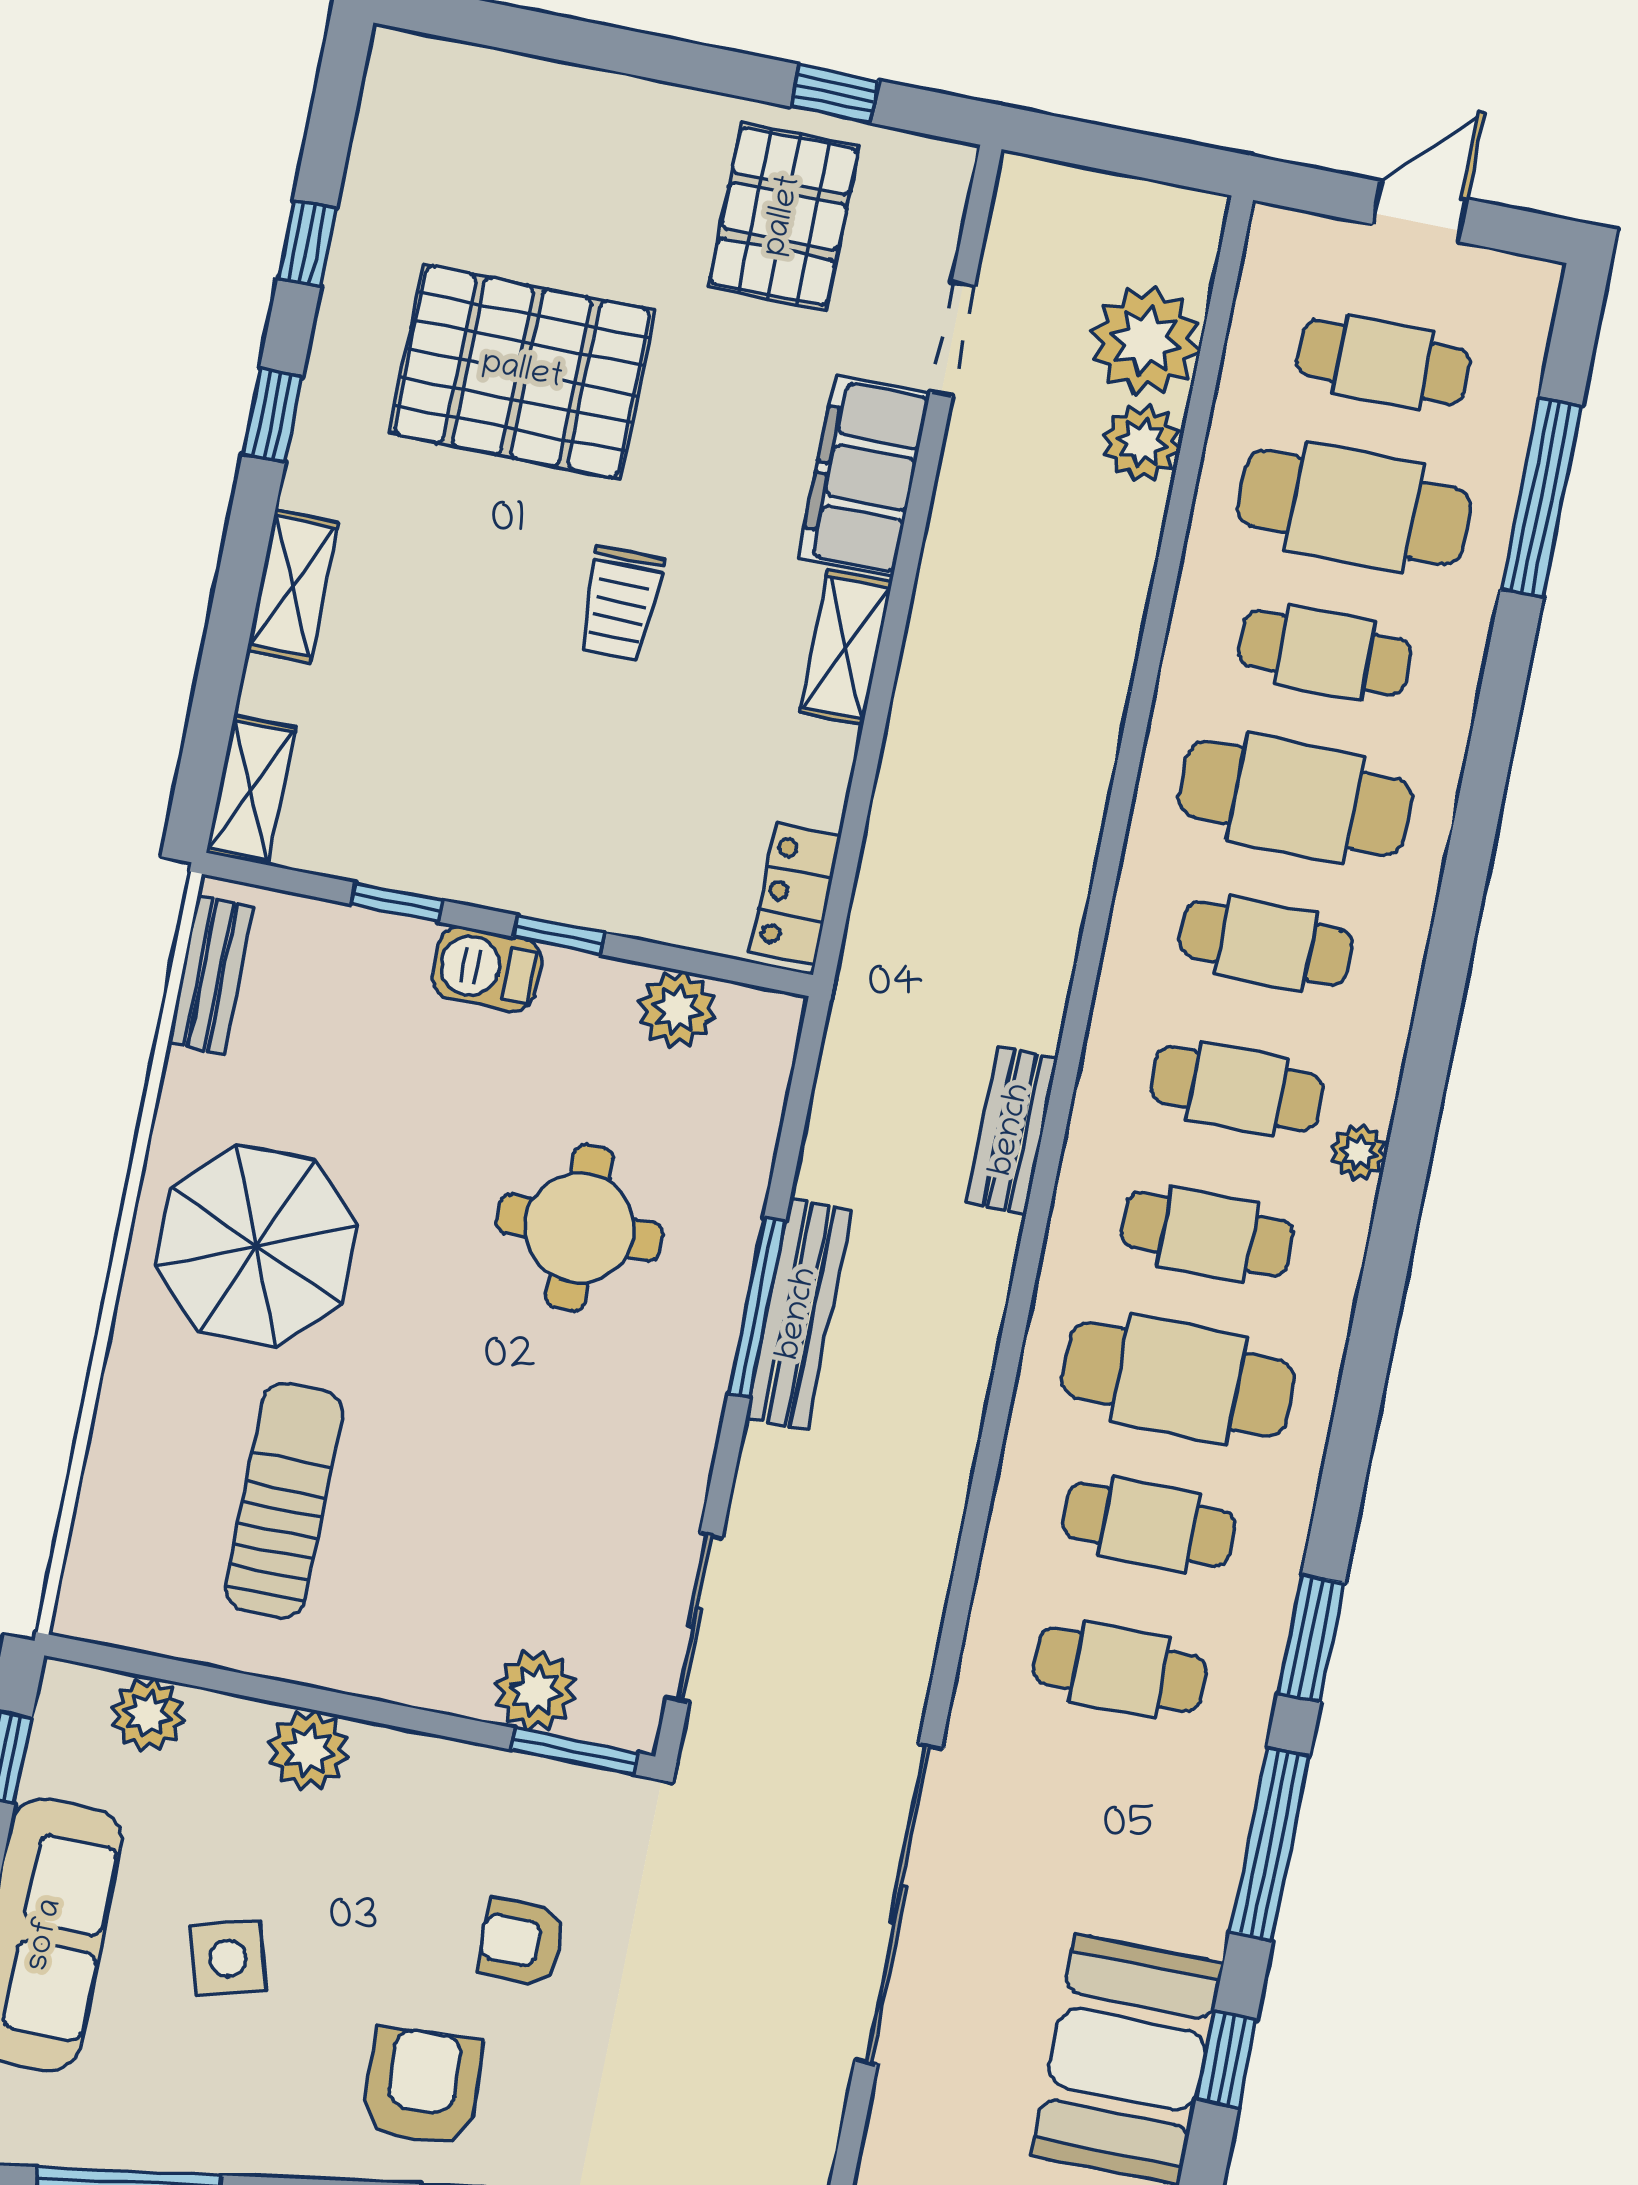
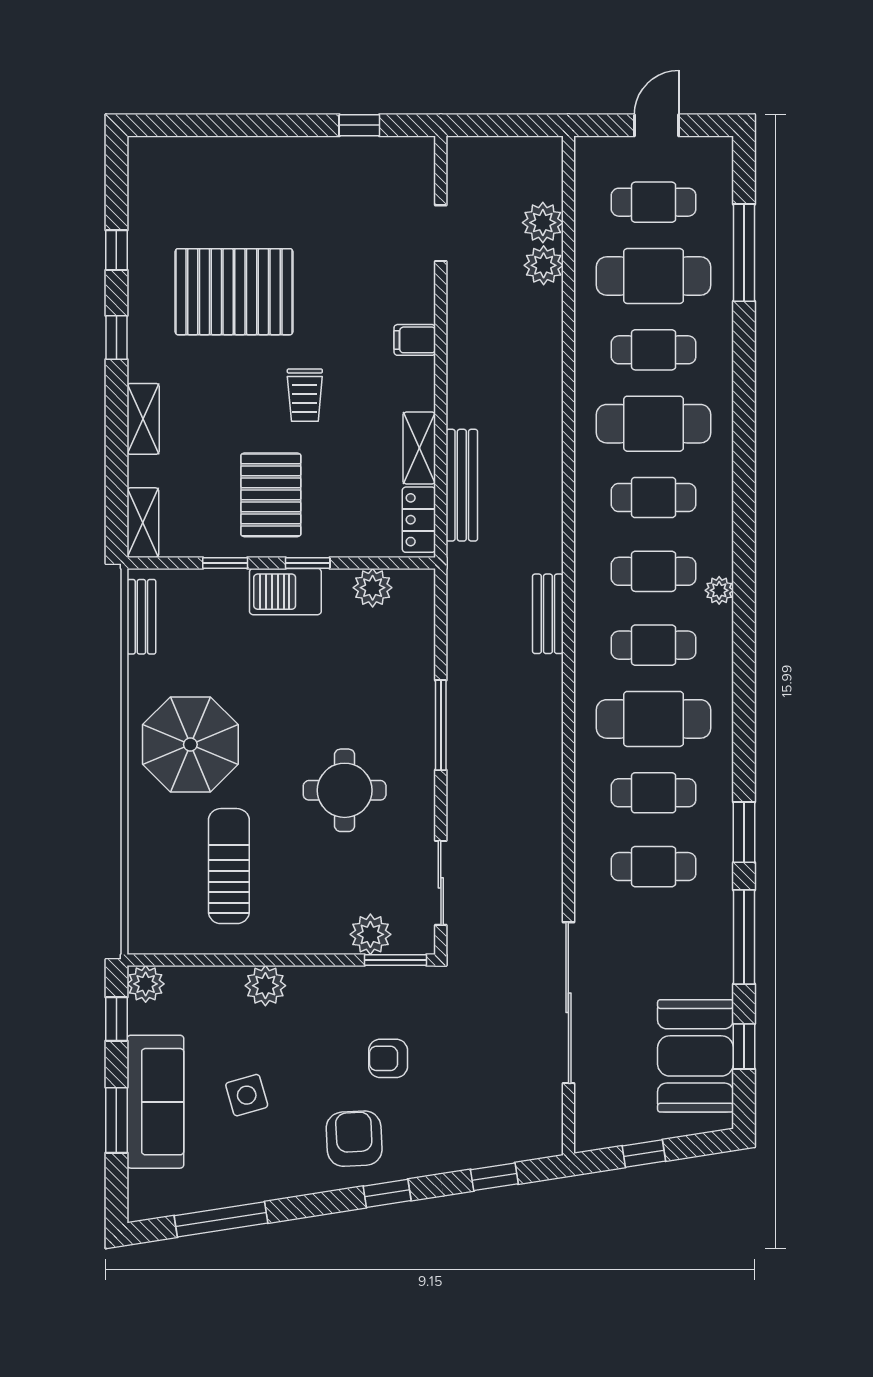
pallet: (784, 216) -> (271, 495), moved
plant: (1146, 341) -> (543, 223), width x0.73, depth x0.73
filing cabinet: (864, 476) -> (415, 340), width x0.33, depth x0.86
shelving: (846, 647) -> (419, 448), moved
barbecue: (487, 969) -> (285, 592), width x1.38, depth x1.27
round table: (579, 1228) -> (345, 790), moved
bench: (799, 1314) -> (462, 485), moved
plant: (148, 1714) -> (146, 984), moved

